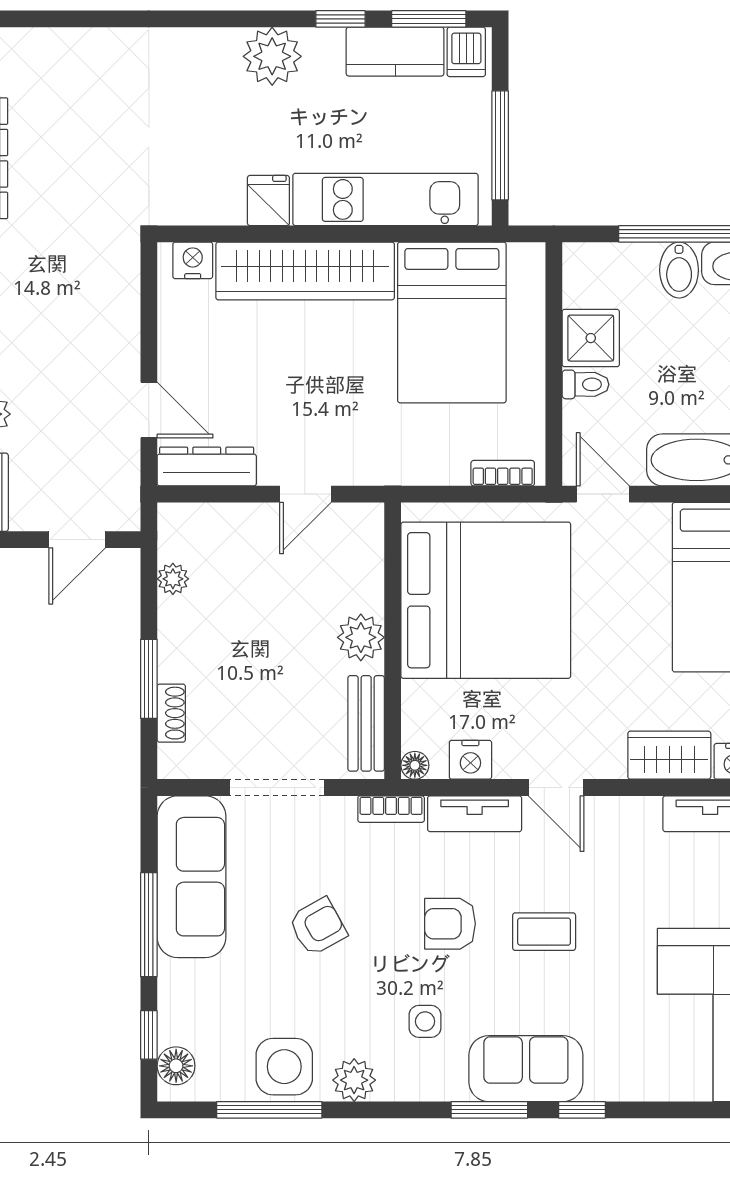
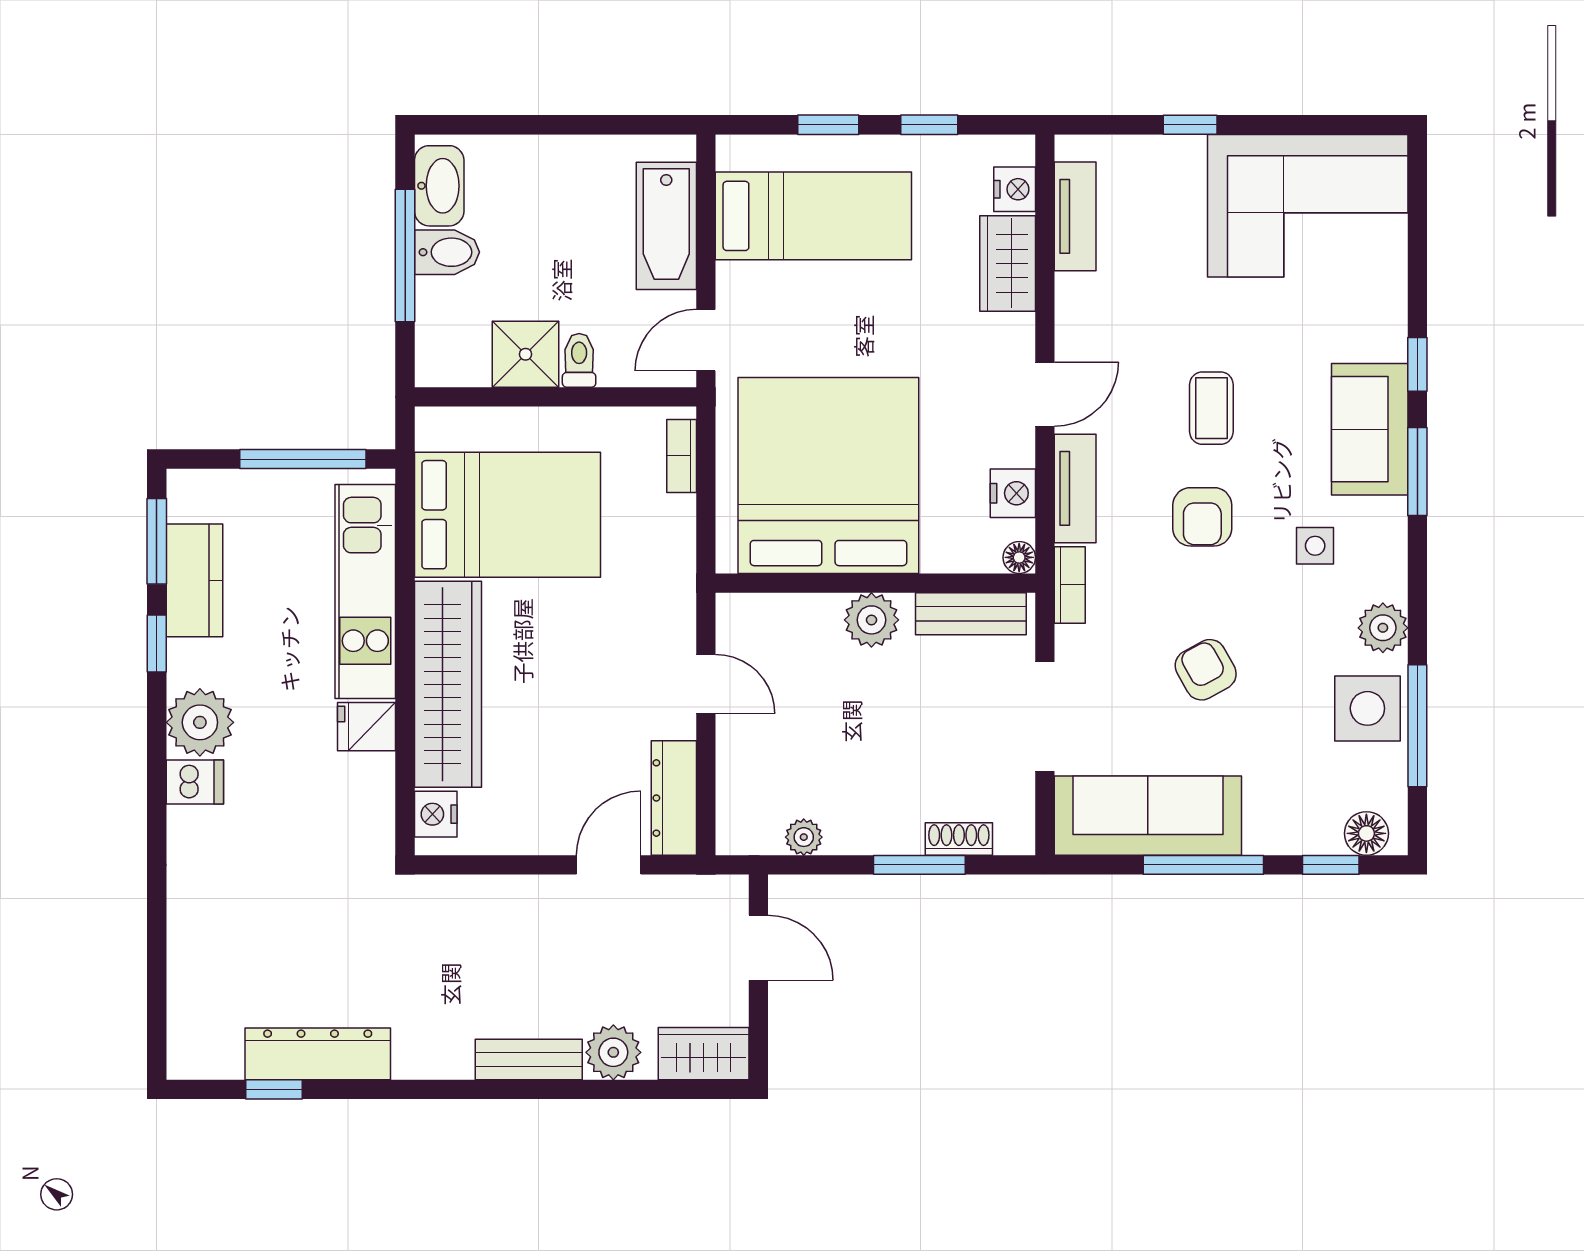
dishwasher: (466, 52) -> (195, 782), moved

